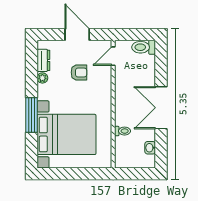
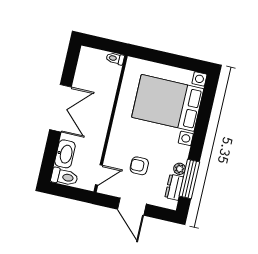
window: (31, 115) -> (189, 179), moved
toilet: (122, 131) -> (115, 59), moved
washbasin: (150, 148) -> (65, 154), moved, width x1.91, depth x1.45

